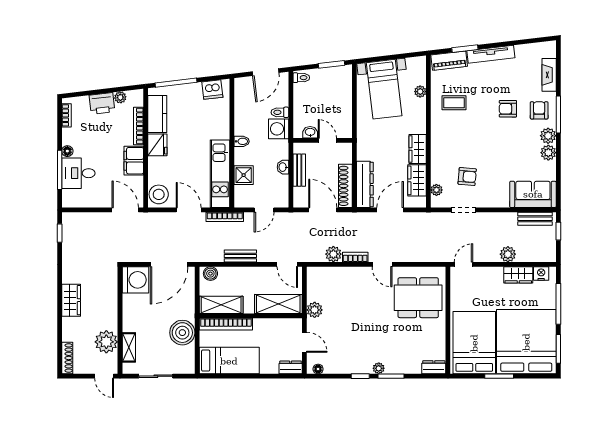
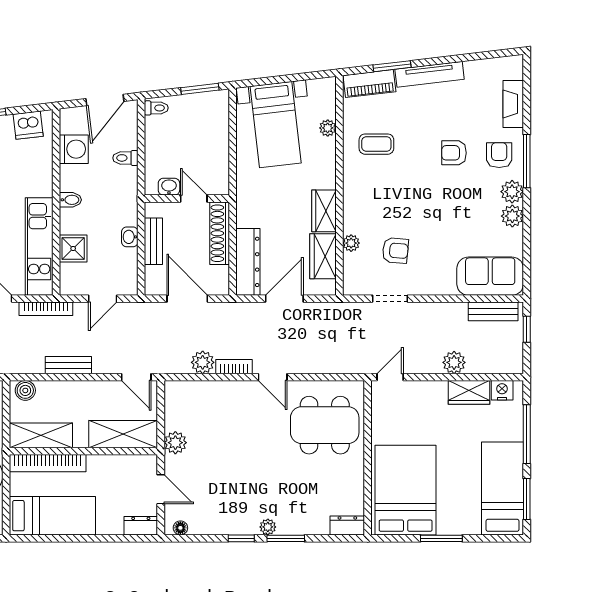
washing machine: (279, 129) -> (74, 149), moved, turned 180
shoe rack: (345, 186) -> (220, 233), moved
plant: (436, 190) -> (351, 243), moved
bed: (526, 342) -> (503, 488), width x0.49

